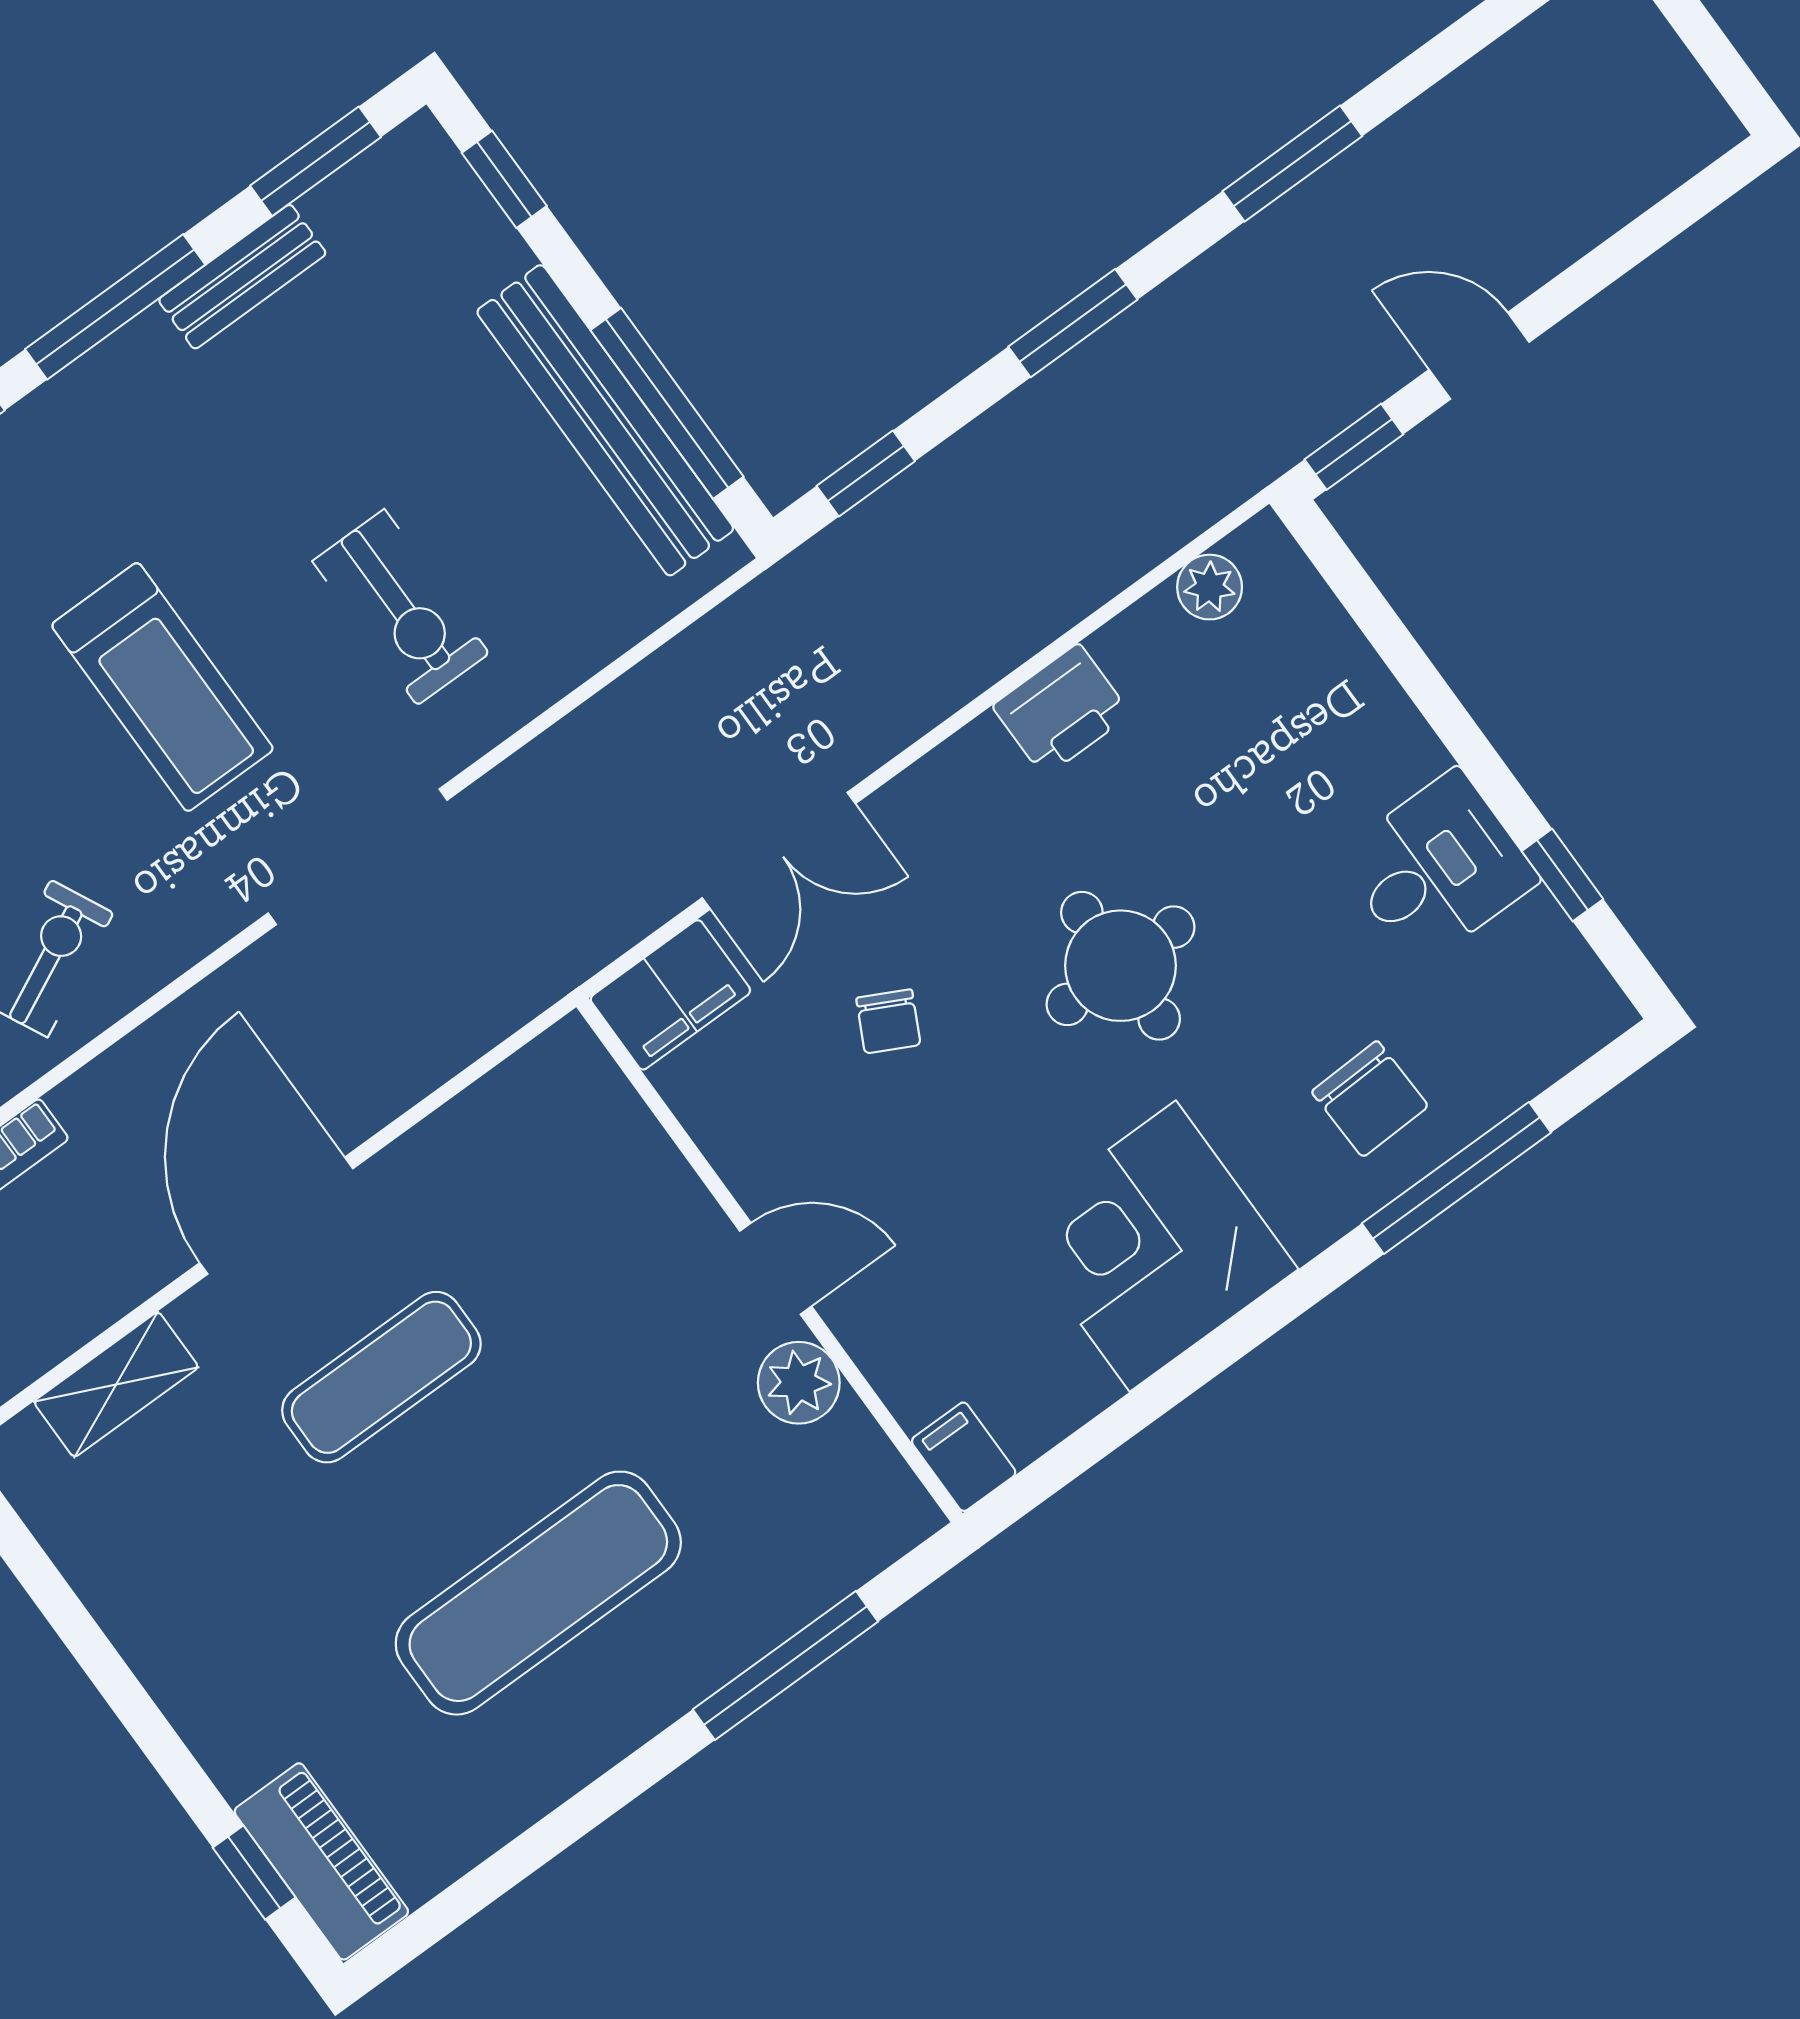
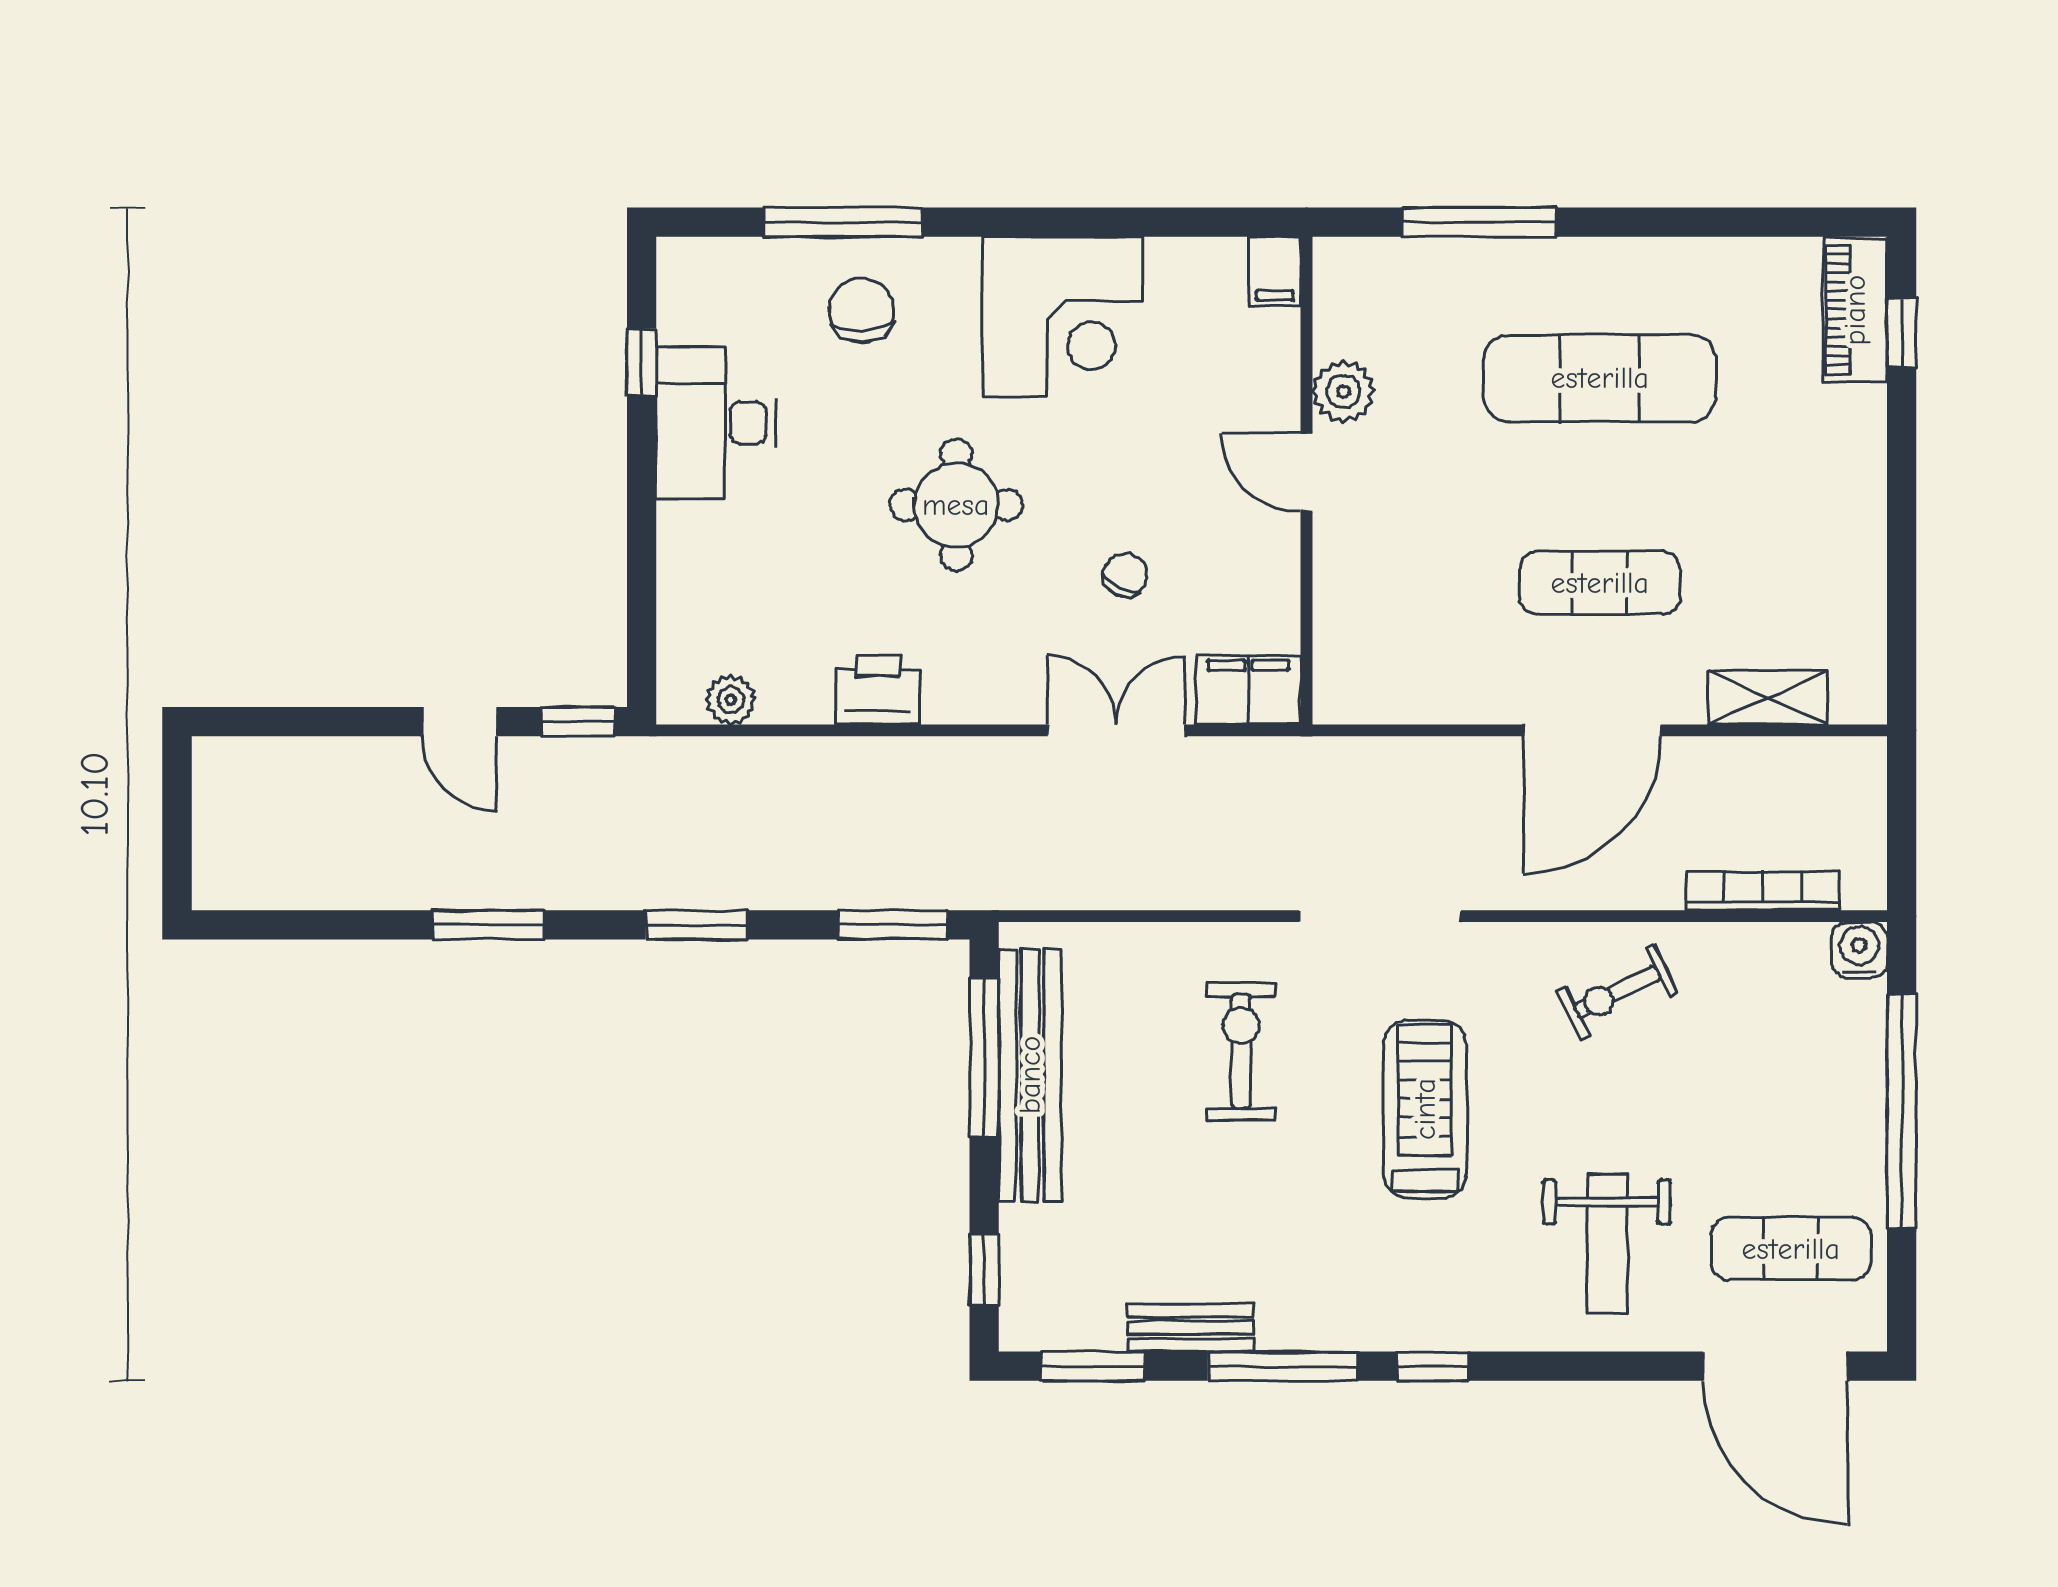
window: (866, 474) -> (893, 925), width x1.50
desk: (1437, 868) -> (716, 423), width x1.37

